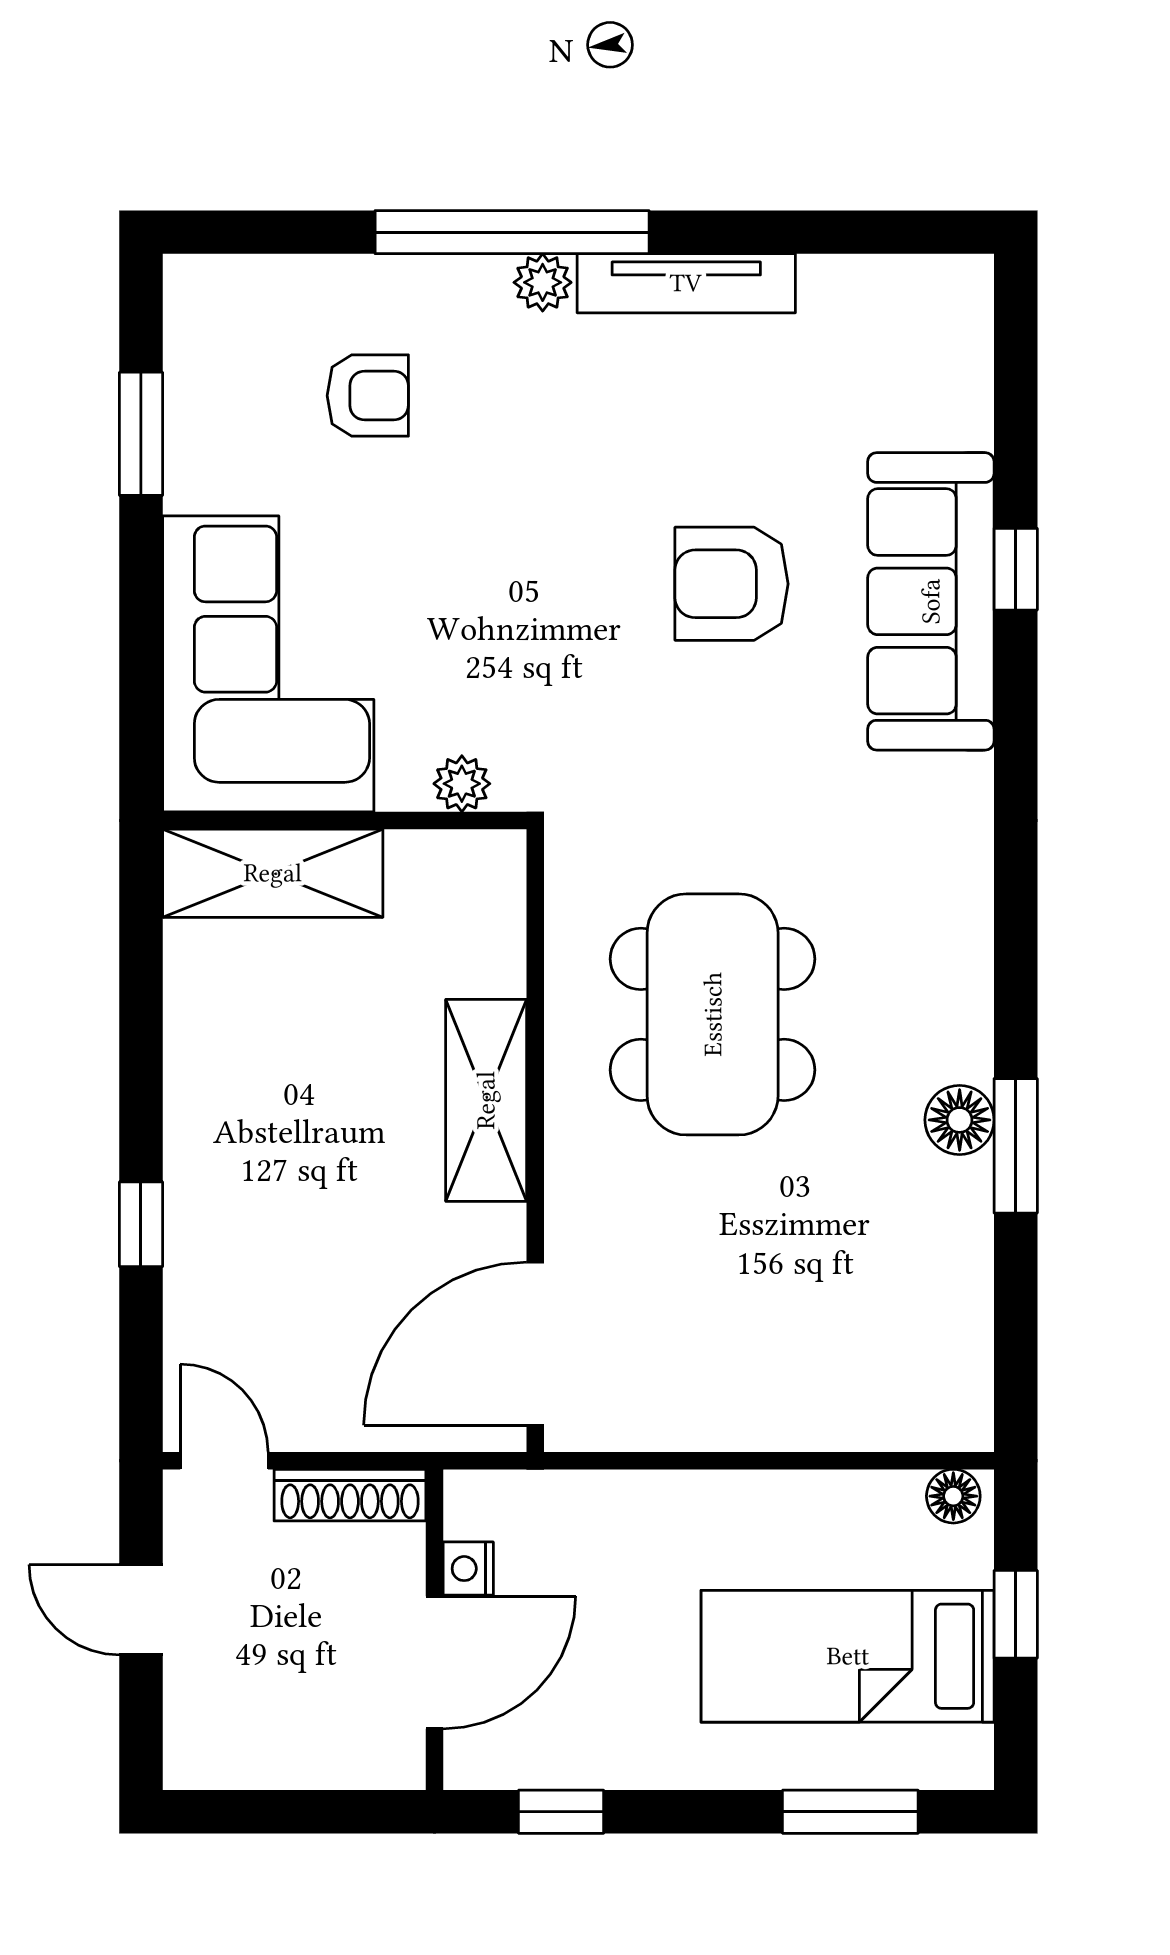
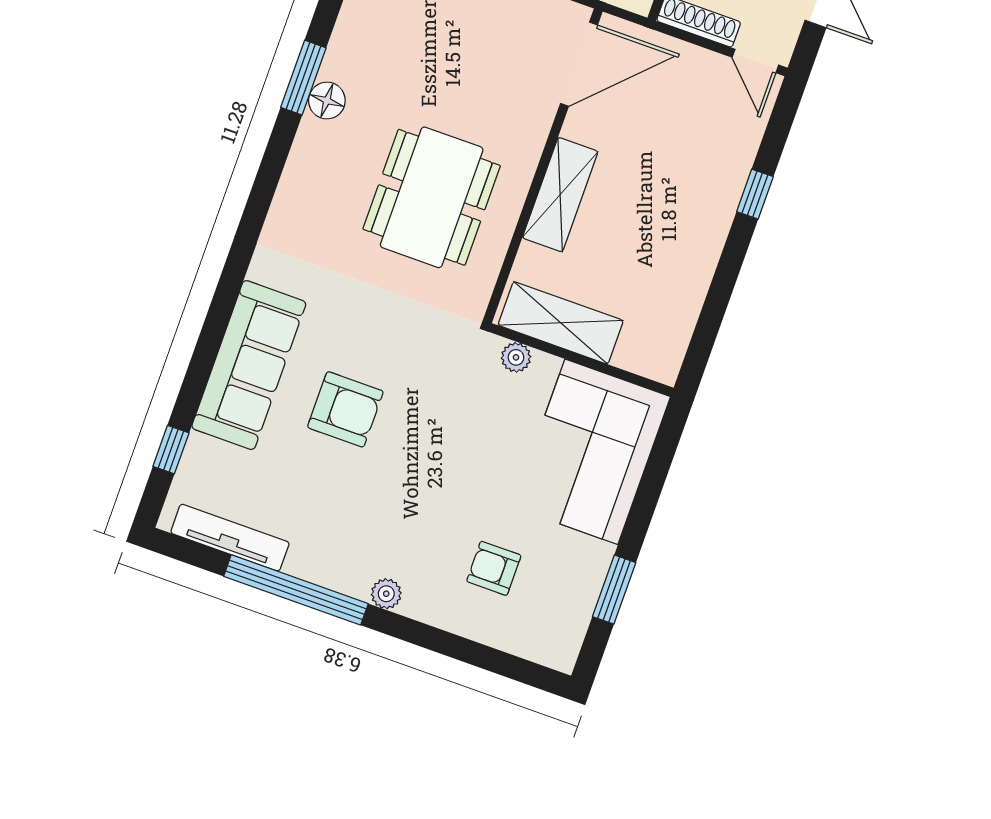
window: (512, 232) -> (296, 590), moved
tv unit: (686, 283) -> (230, 538), moved
window: (1016, 569) -> (171, 450), moved
shelving: (273, 873) -> (561, 323), moved

